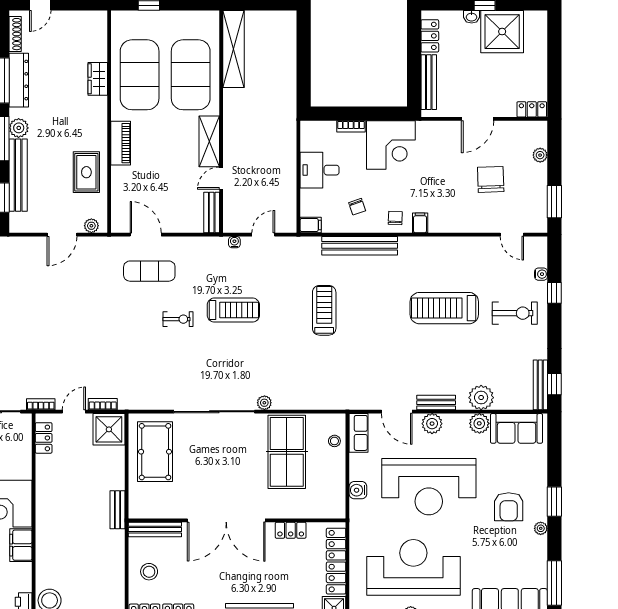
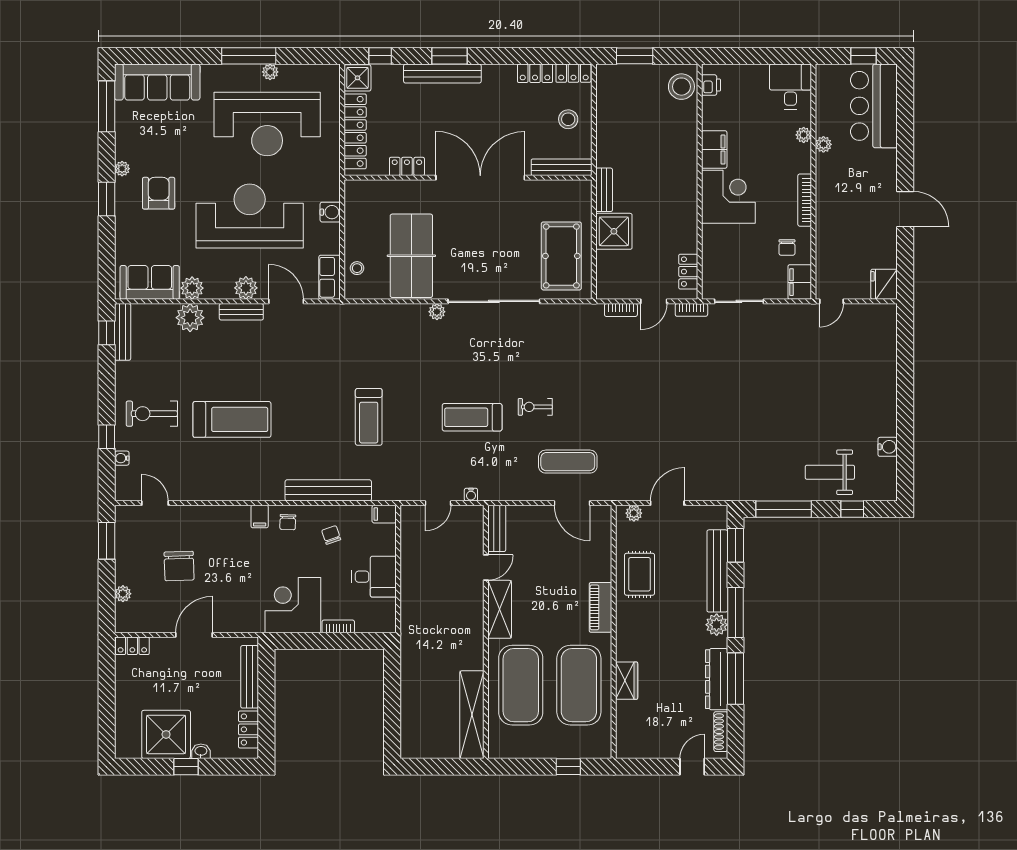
shower: (109, 429) -> (614, 231), moved

